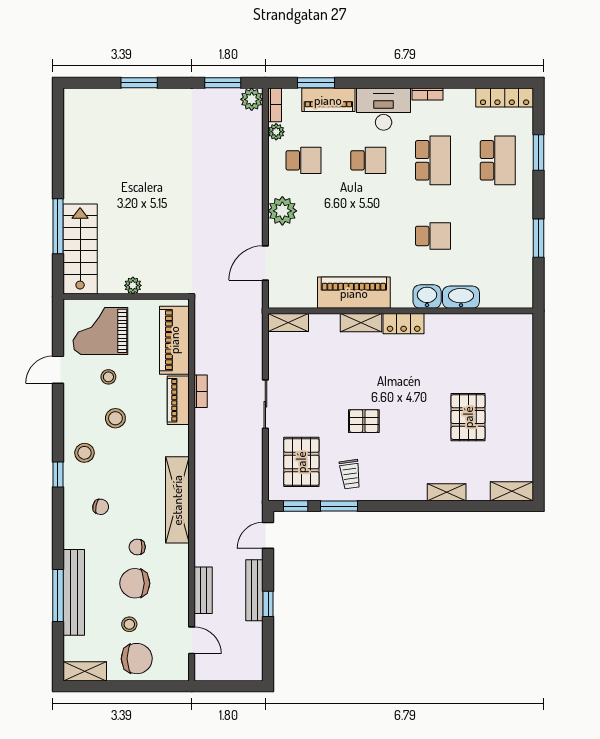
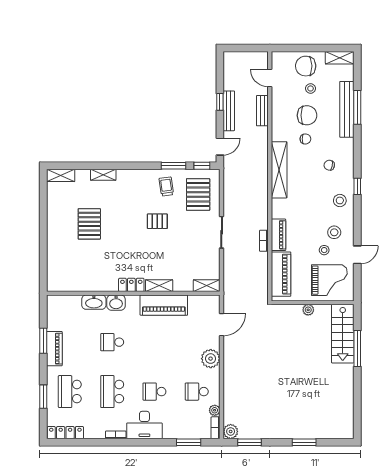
piano: (328, 100) -> (54, 349), moved, turned 90
stool: (115, 418) -> (334, 232), moved

